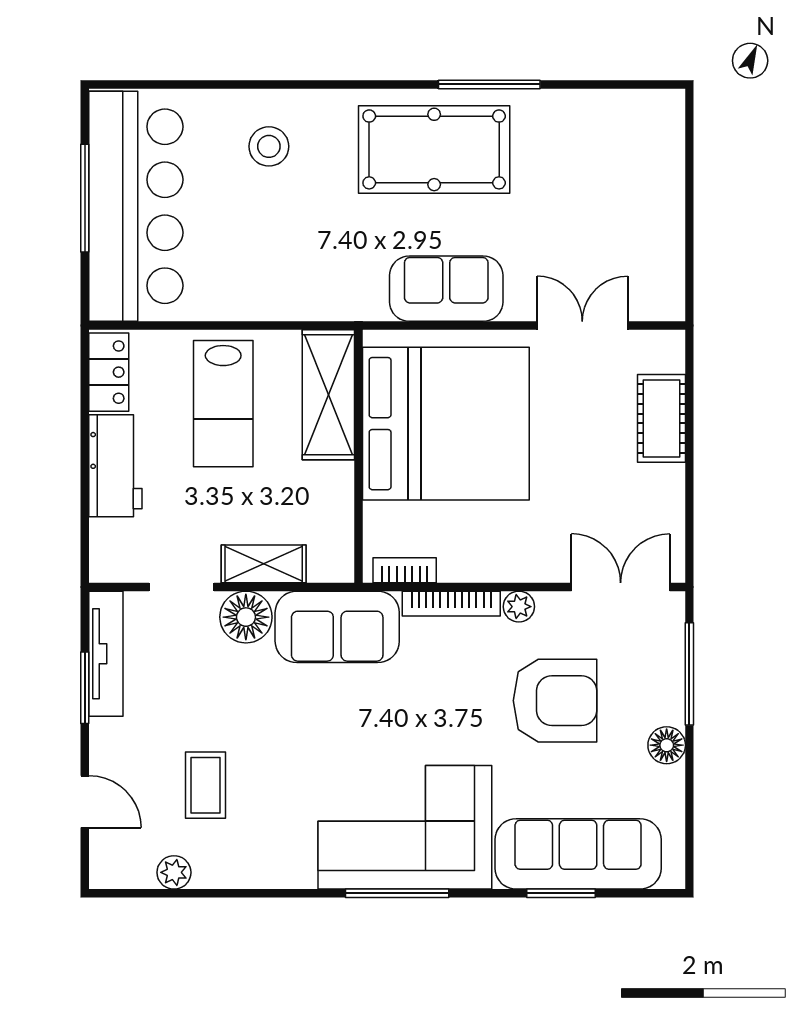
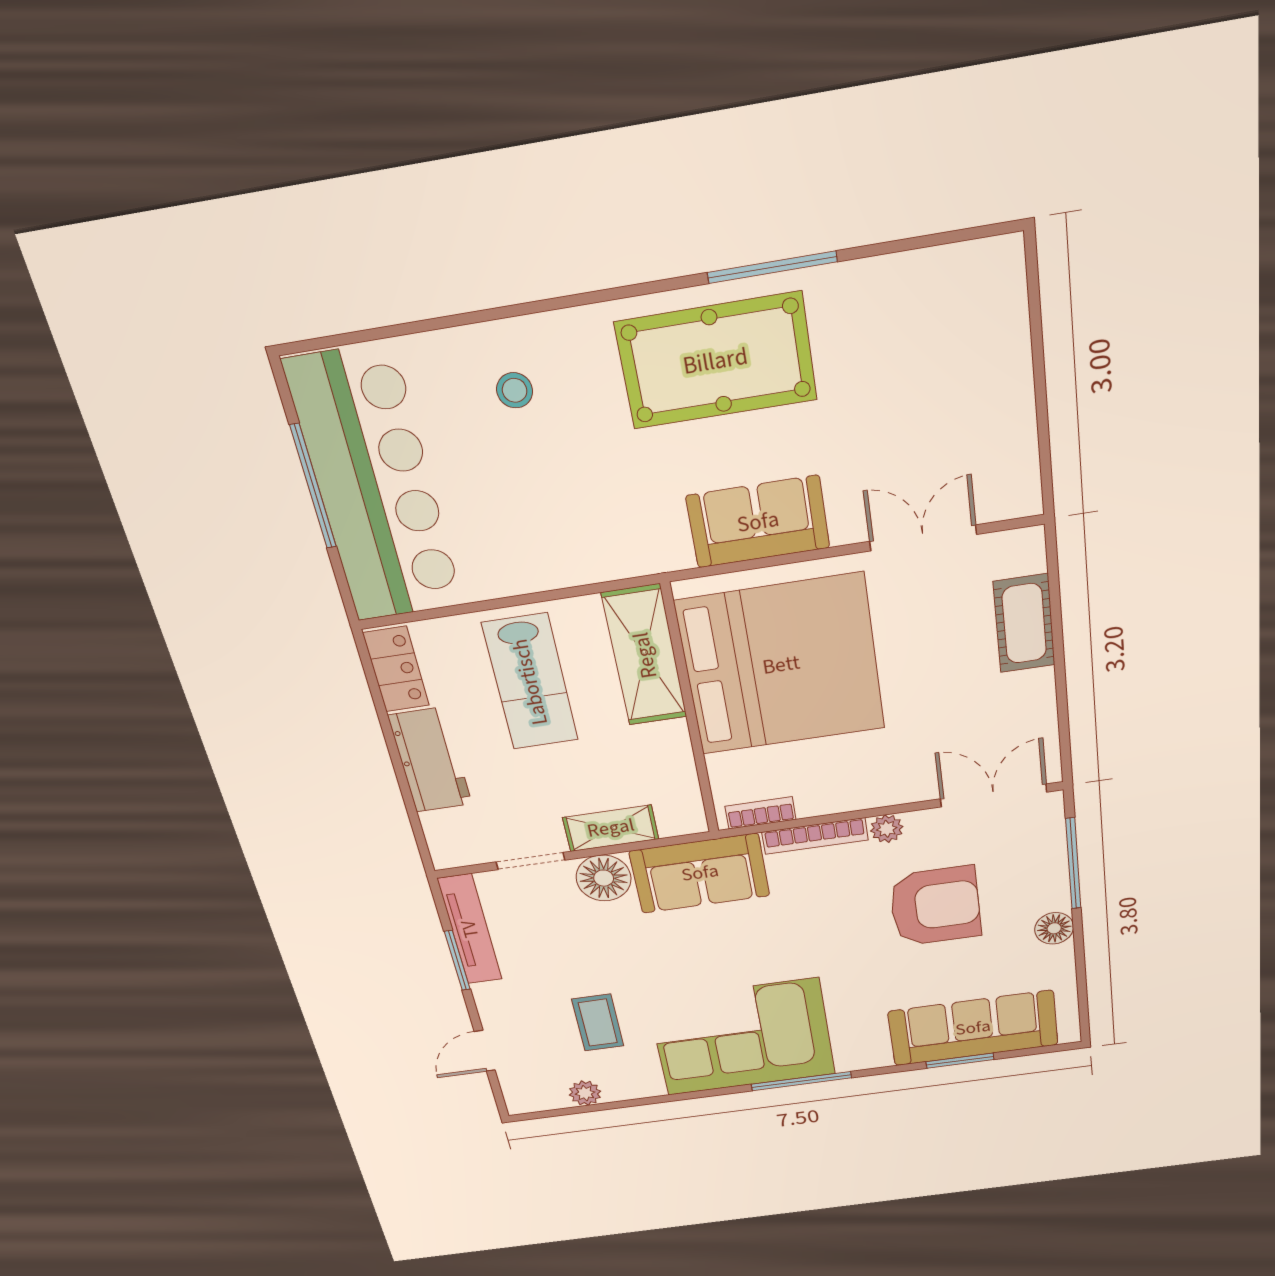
stool: (269, 146) -> (515, 390), width x0.73, depth x0.73
door: (85, 802) -> (485, 1051), swing flipped
corner sofa: (405, 827) -> (742, 1037), moved

